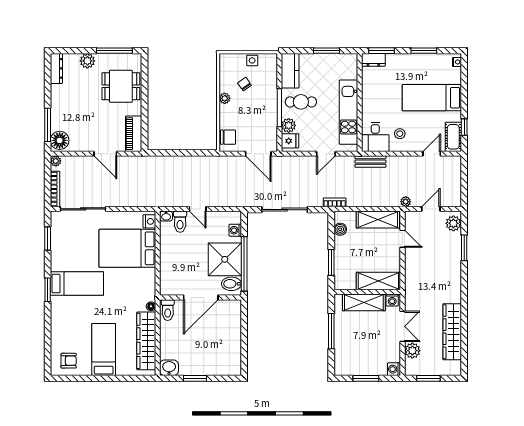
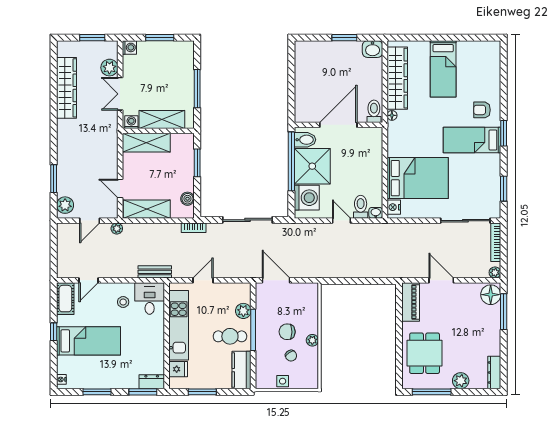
dining table: (121, 86) -> (425, 353), turned 90
window: (464, 127) -> (54, 332), moved
chair: (228, 137) -> (287, 332), moved
fridge: (290, 141) -> (178, 369), moved, turned 180
washing machine: (235, 230) -> (307, 198), width x1.89, depth x1.89
armchair: (69, 361) -> (482, 110), moved

